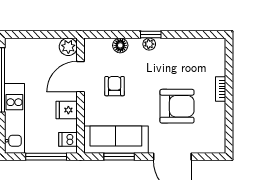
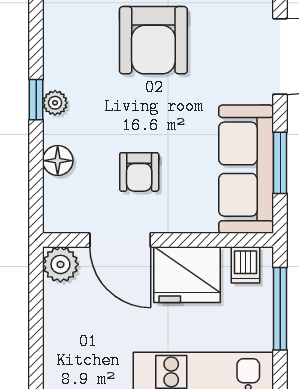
armchair: (115, 86) -> (139, 172), turned -90
armchair: (177, 106) -> (153, 40), moved, turned 180
fridge: (67, 110) -> (187, 275), width x1.88, depth x1.34

